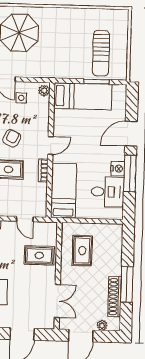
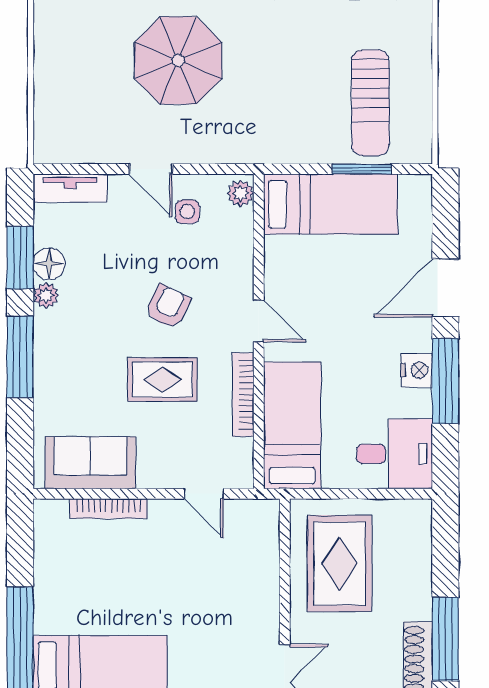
door: (51, 146) -> (259, 321), hinge flipped
bookcase: (43, 170) -> (243, 395), width x1.56
desk: (108, 192) -> (395, 454), moved
rug: (82, 251) -> (339, 564), width x1.36, depth x1.43
rug: (39, 255) -> (240, 578), removed

